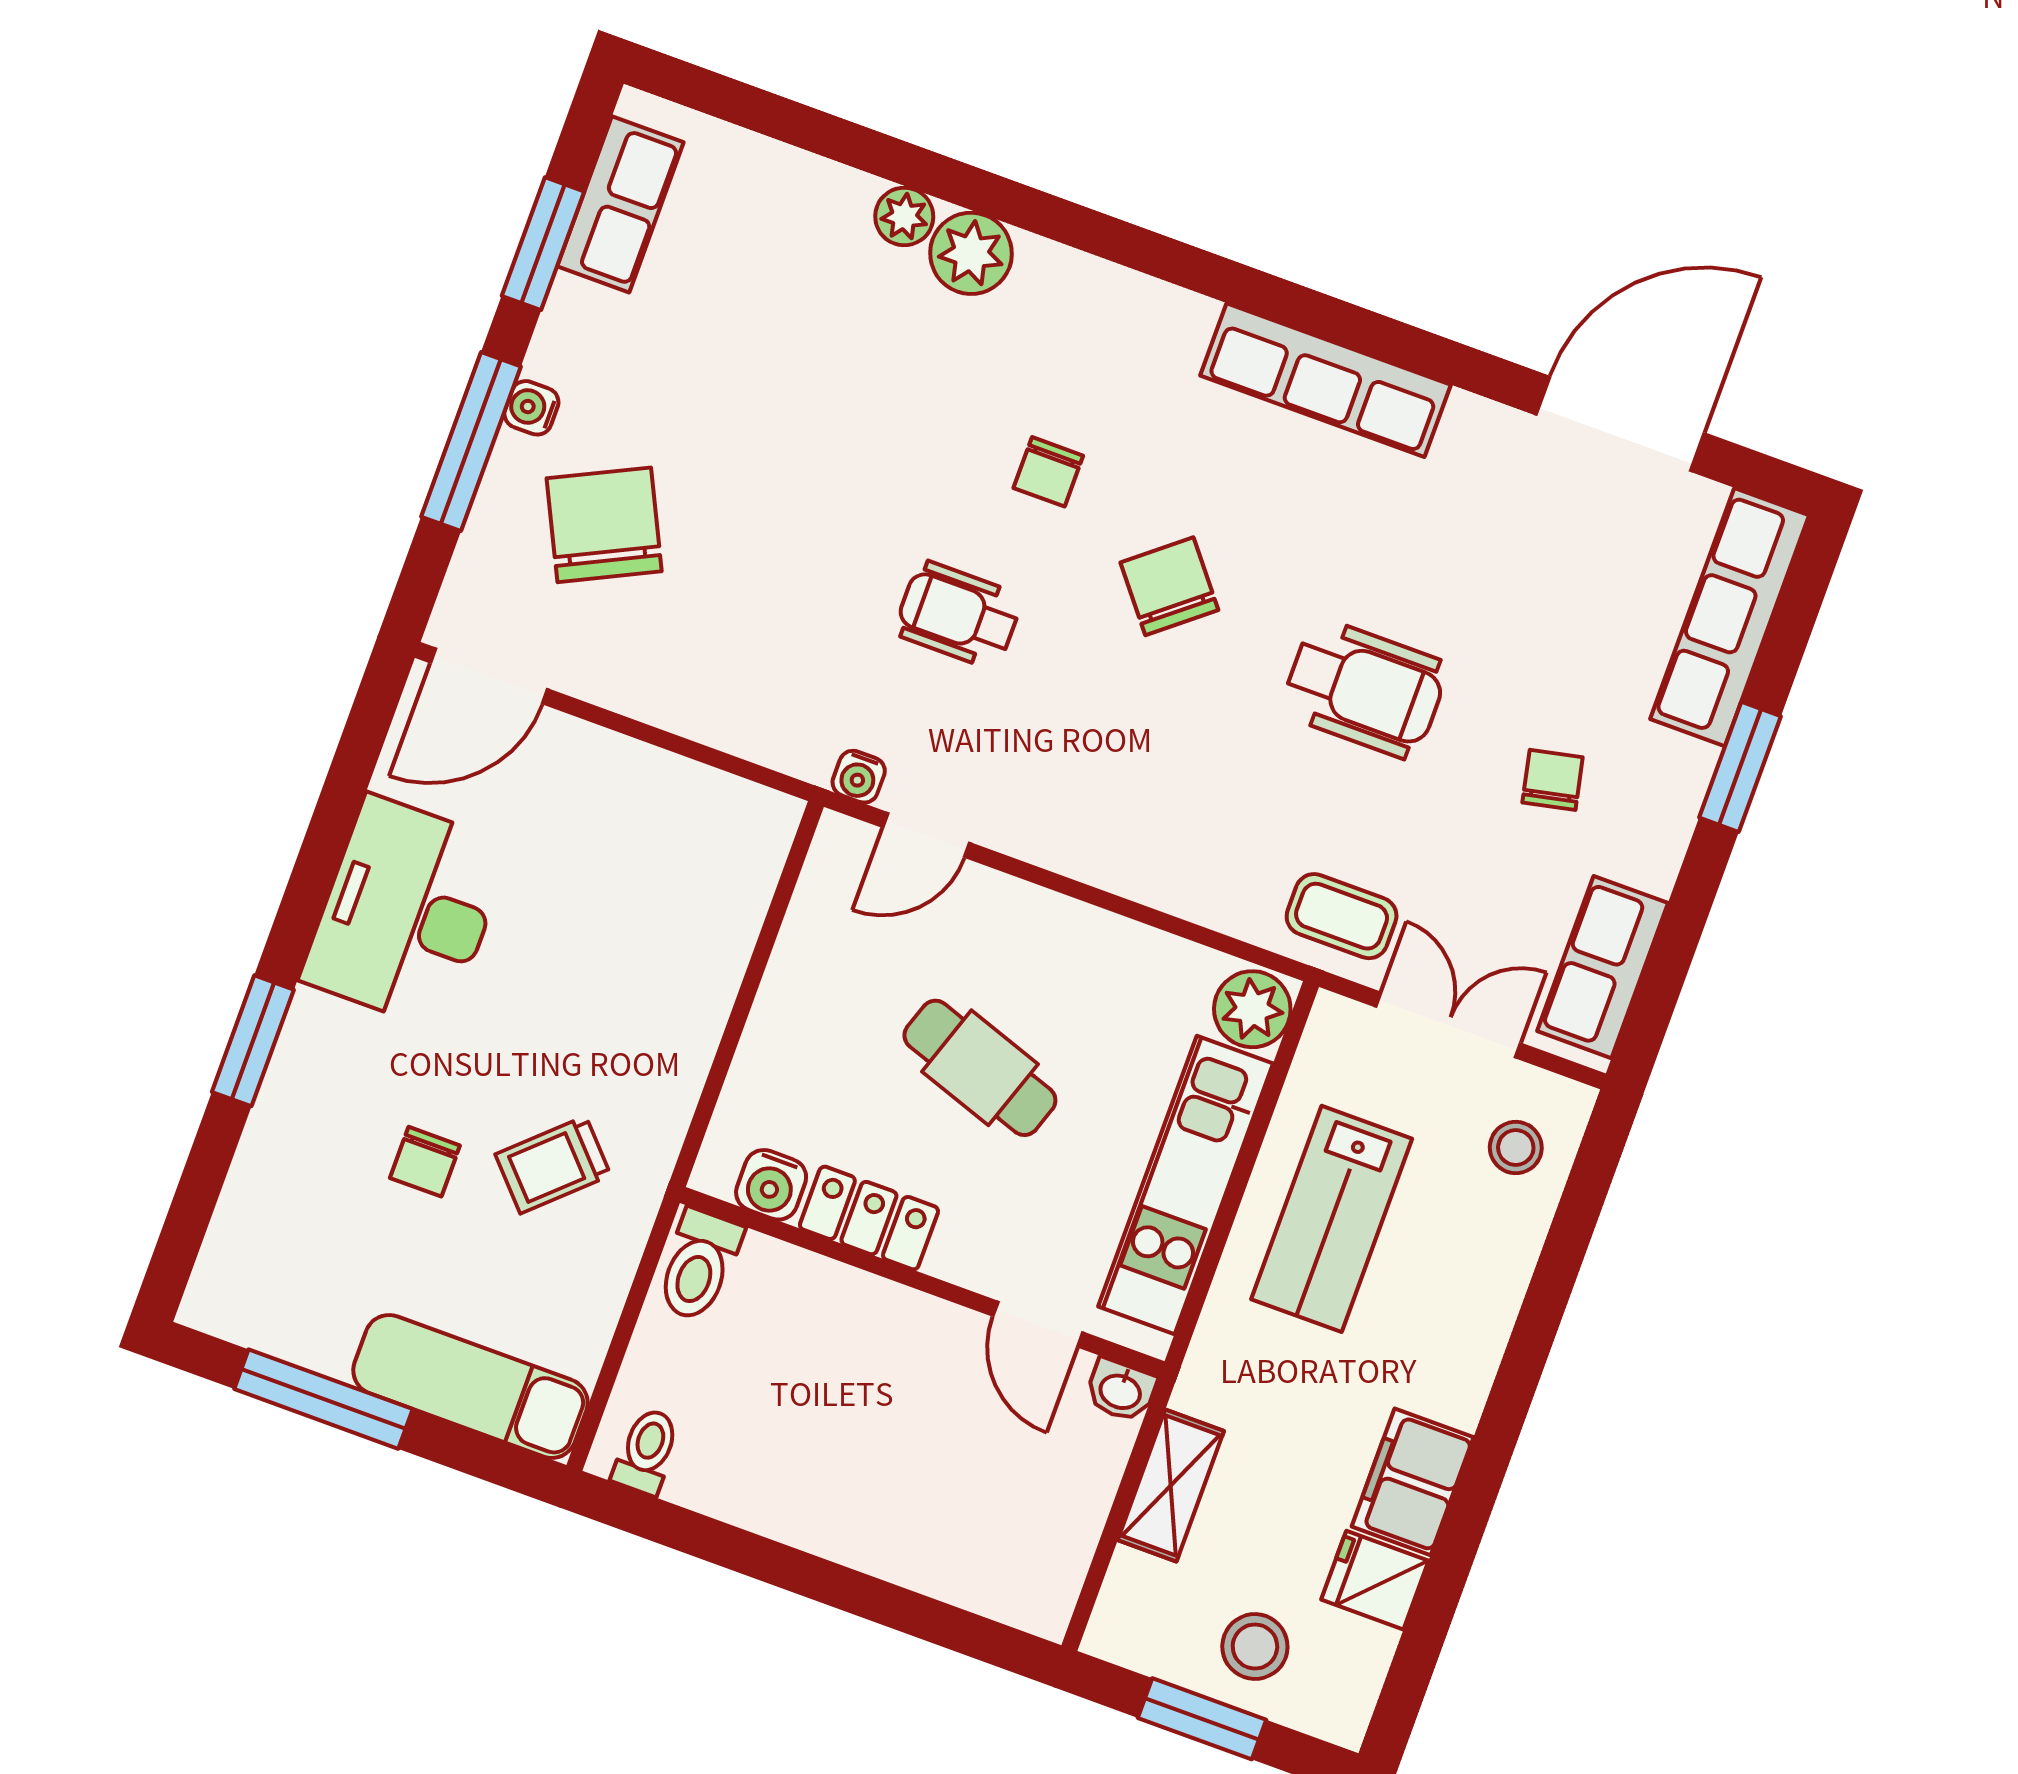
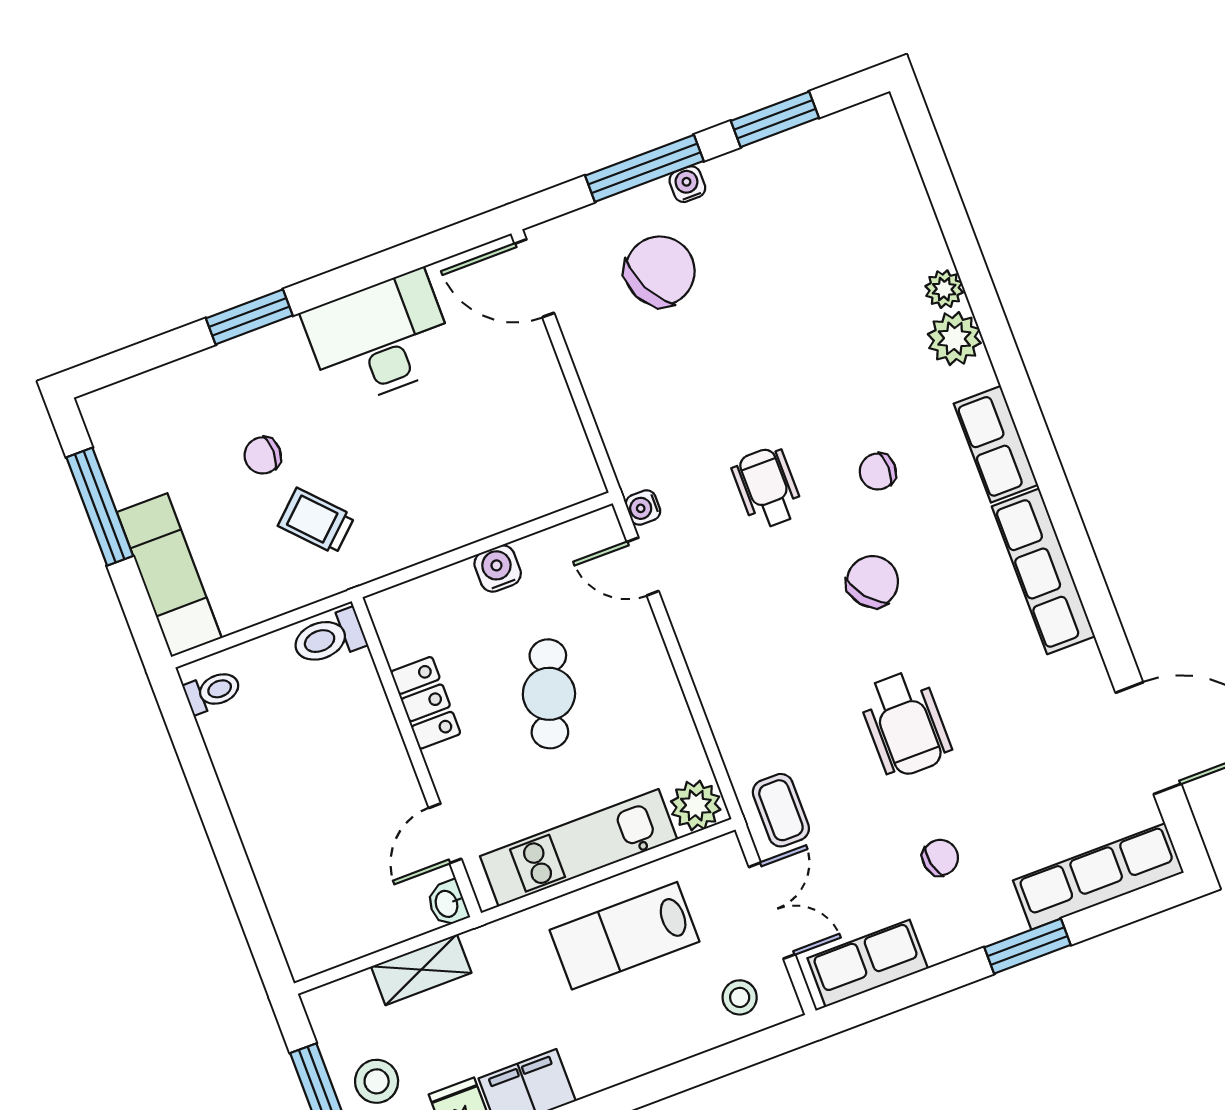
row of seats: (620, 204) -> (996, 444), moved, turned 90
water cooler: (771, 1185) -> (498, 569), moved, turned 90

